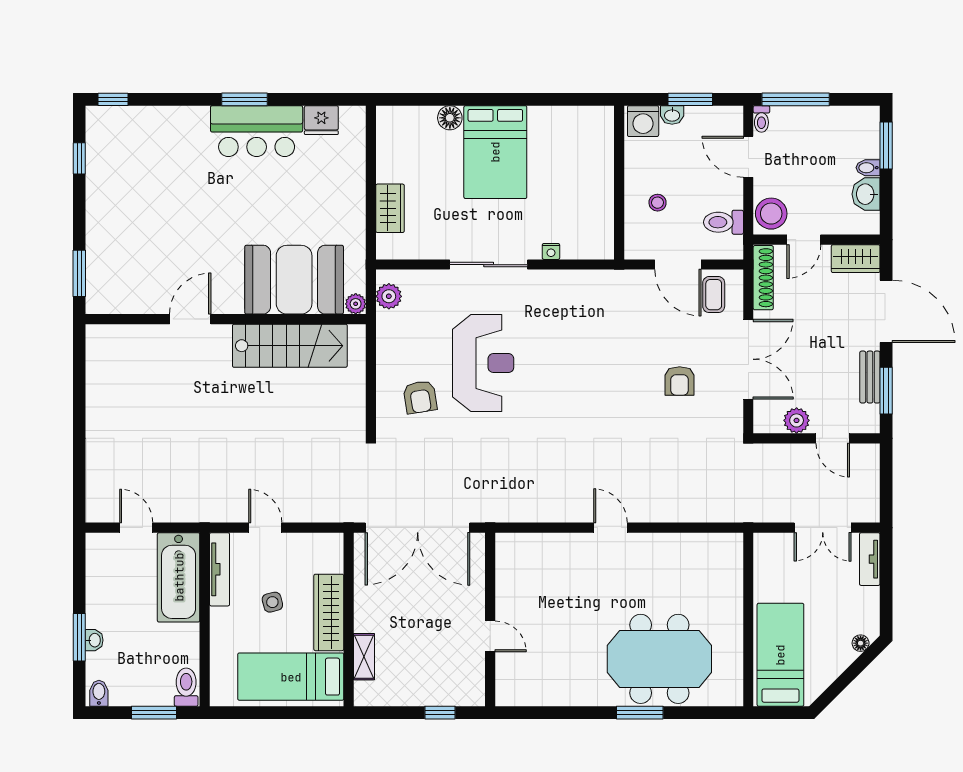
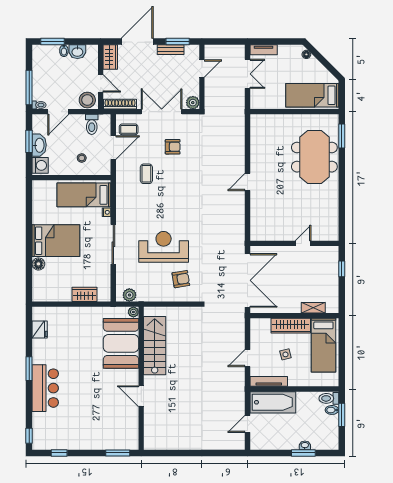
washbasin: (672, 115) -> (39, 145), width x1.91, depth x1.45
bar counter: (257, 131) -> (45, 388), moved
bed: (585, 207) -> (84, 195), added
coffee table: (627, 329) -> (146, 174), added
plant: (797, 420) -> (193, 103), moved
bidet: (99, 693) -> (332, 410), moved
window: (640, 713) -> (342, 136), moved

